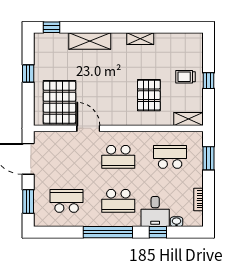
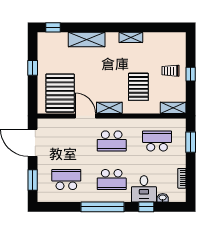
shelving: (116, 119) -> (109, 108), added

